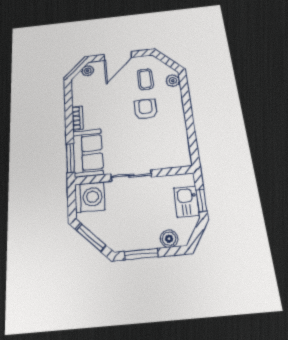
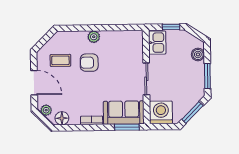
plant: (173, 81) -> (94, 37), moved
floor lamp: (79, 87) -> (62, 118), added
kitchen sink: (186, 201) -> (157, 43), moved, turned -90

